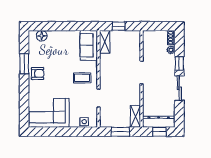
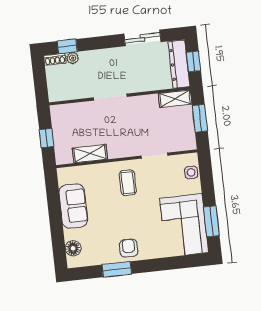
shelving: (105, 42) -> (90, 154), moved
sofa: (89, 45) -> (73, 206), moved, turned -90
window: (179, 64) -> (67, 46), moved
sliding door: (179, 88) -> (142, 38), moved
window: (49, 132) -> (211, 221), added

